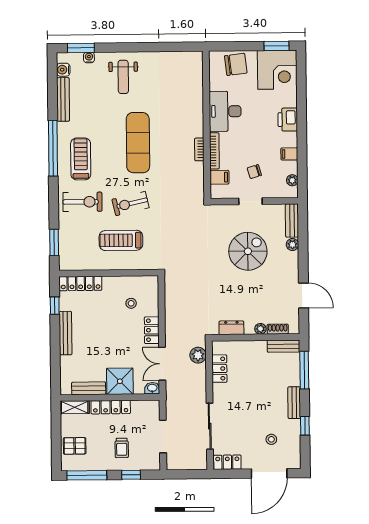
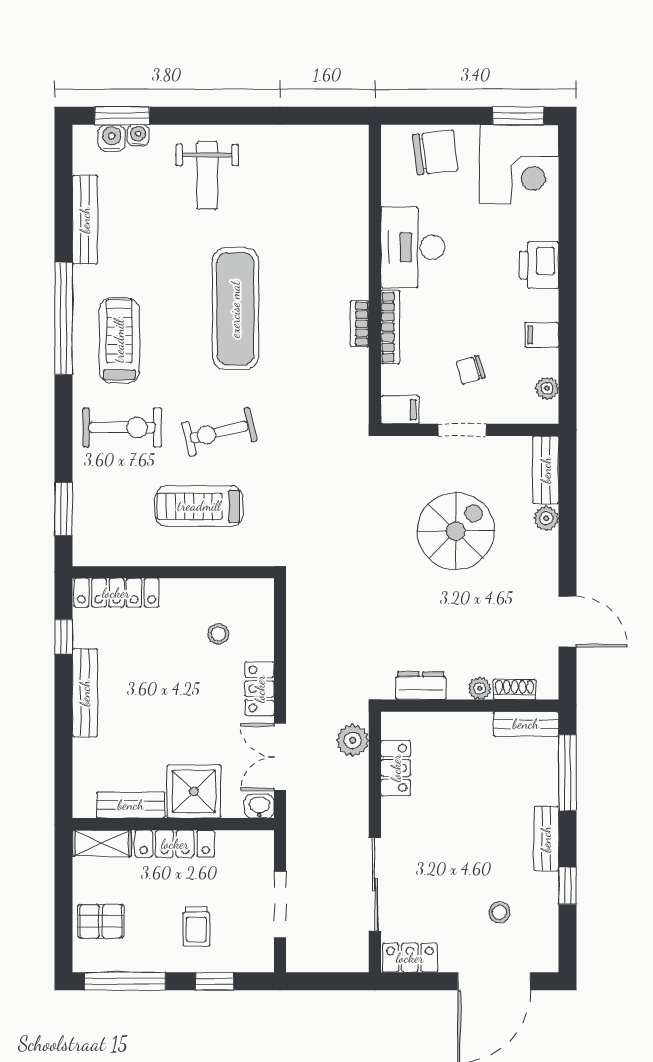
water cooler: (63, 70) -> (112, 138), moved, turned 90
filing cabinet: (219, 177) -> (400, 410), moved

